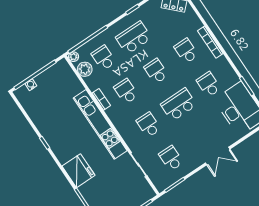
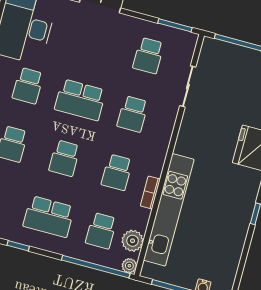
kitchen unit: (100, 124) -> (169, 210), moved

